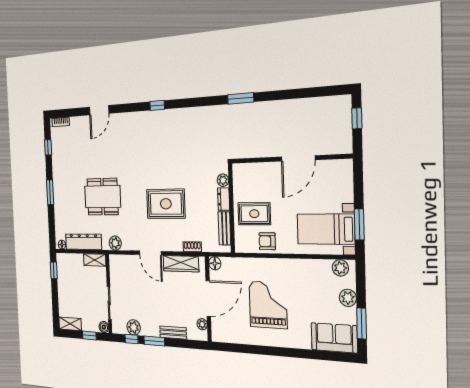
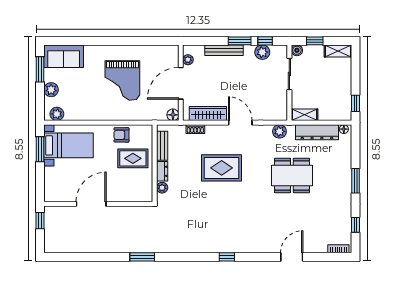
window: (357, 118) -> (40, 221), moved
armchair: (267, 241) -> (121, 135), turned 180
bench: (173, 333) -> (224, 50), width x1.36

